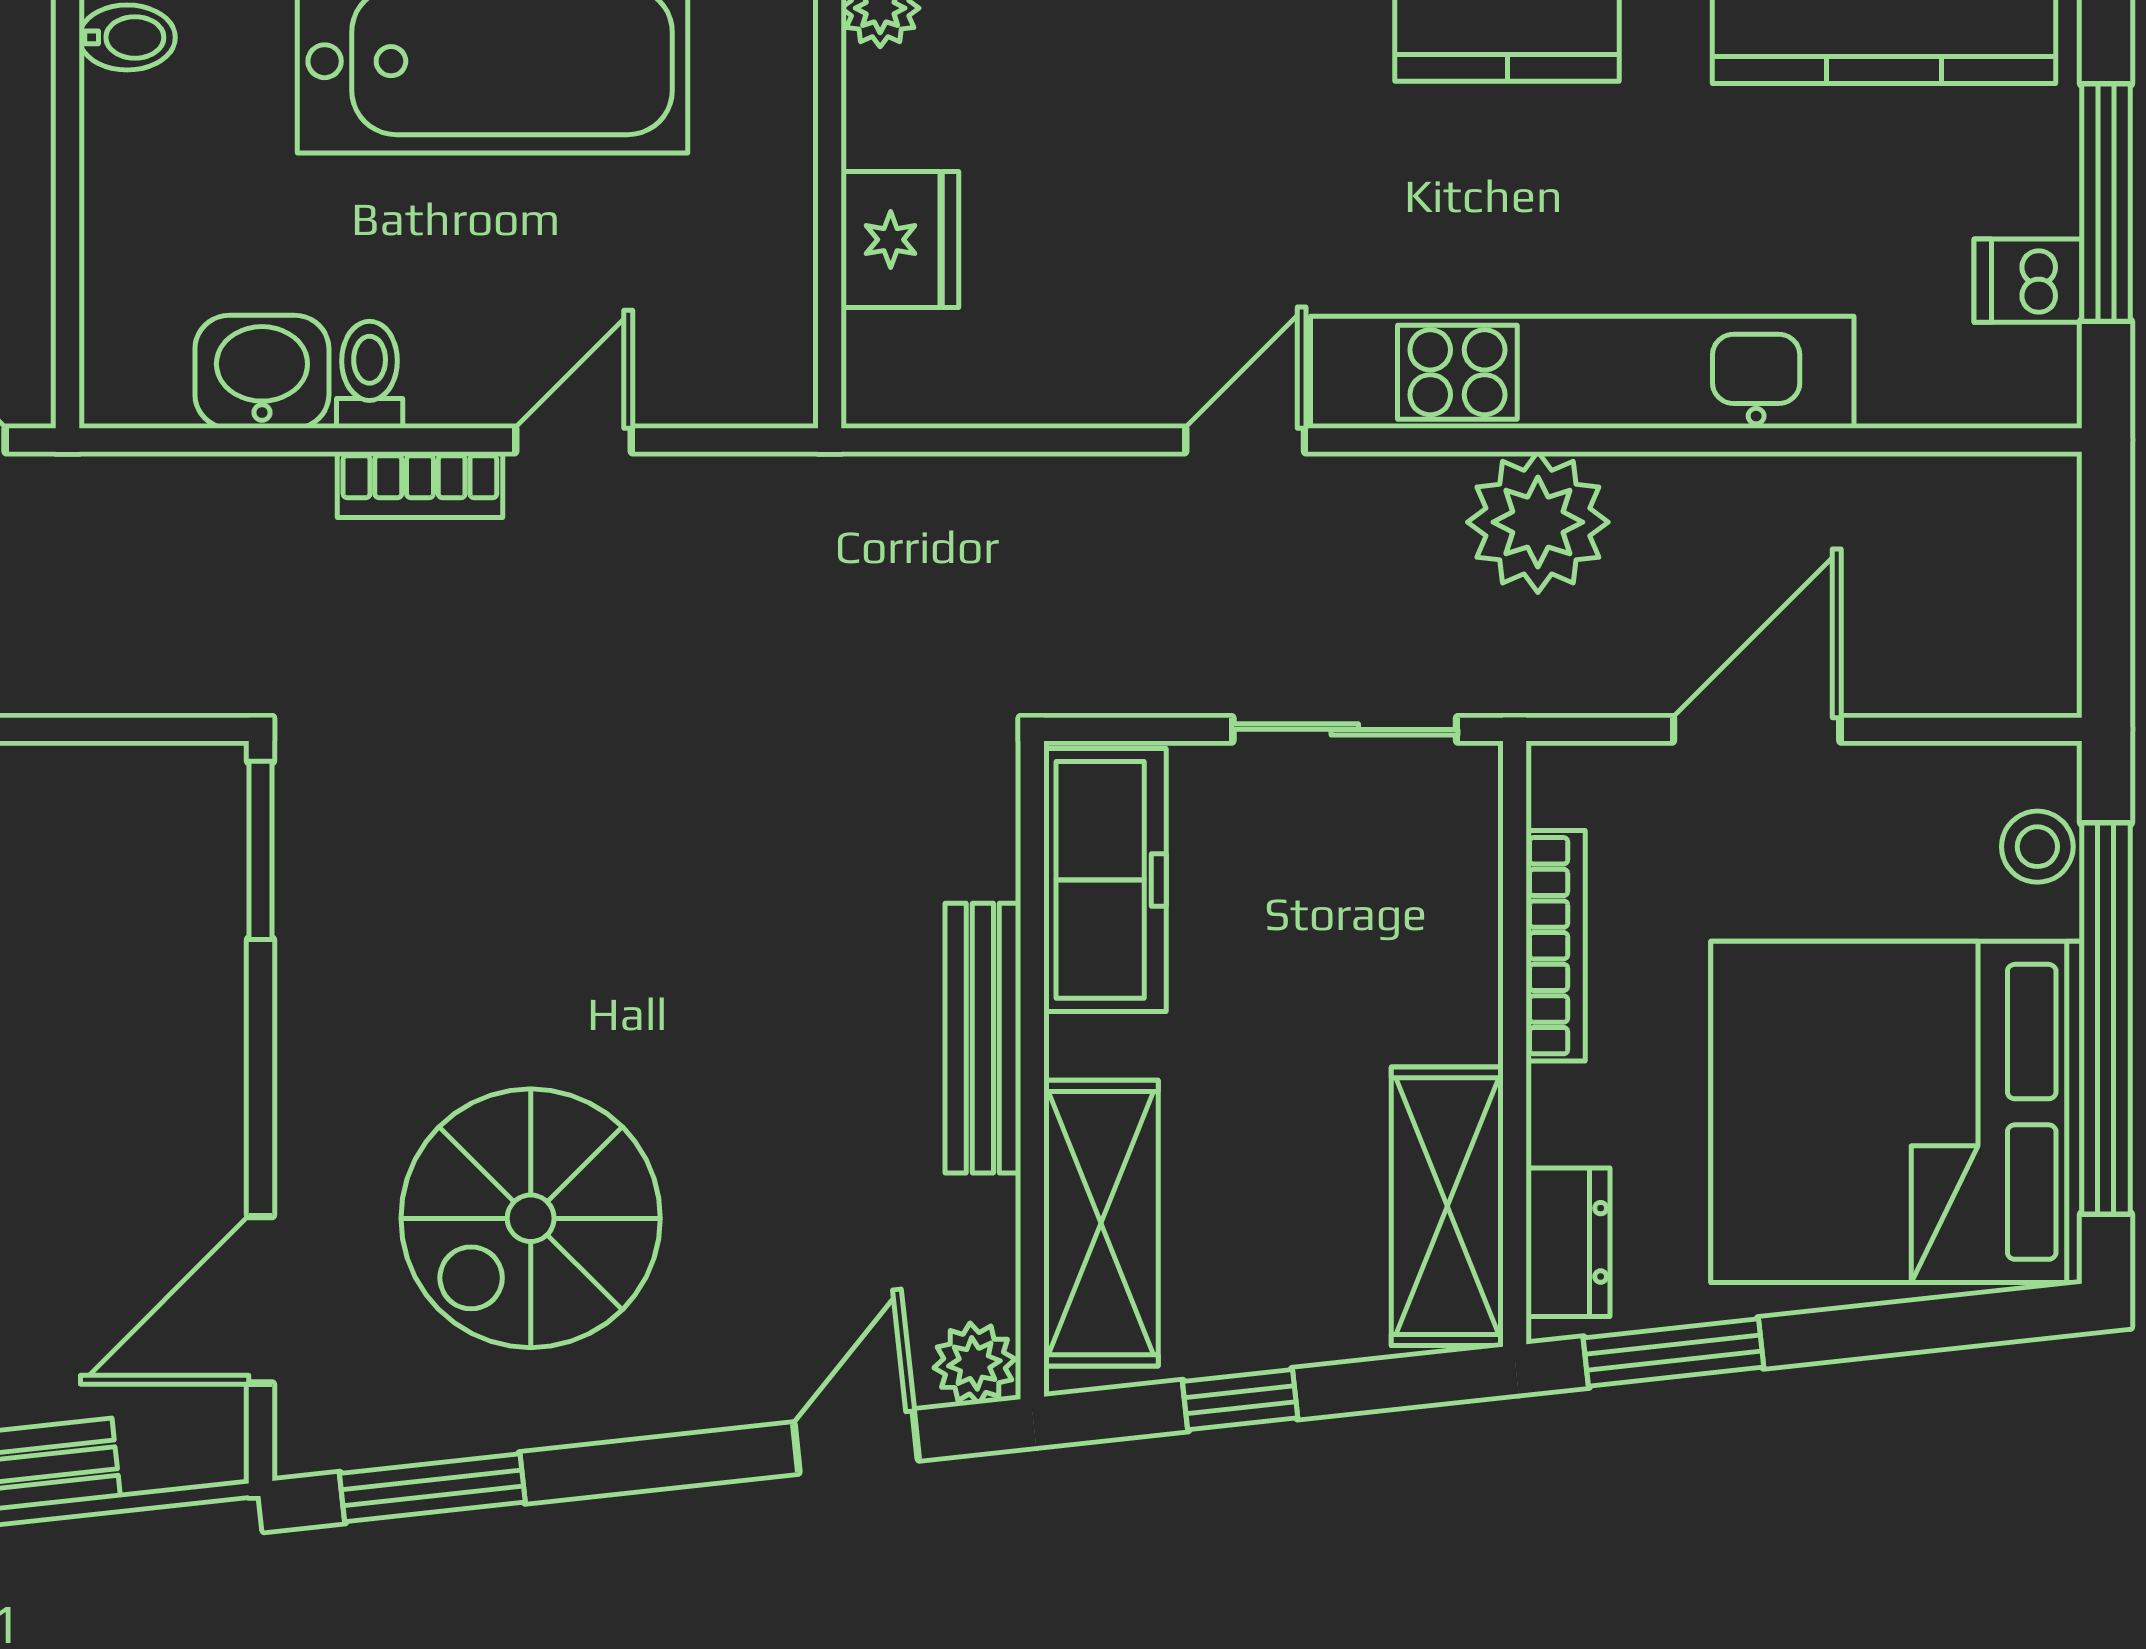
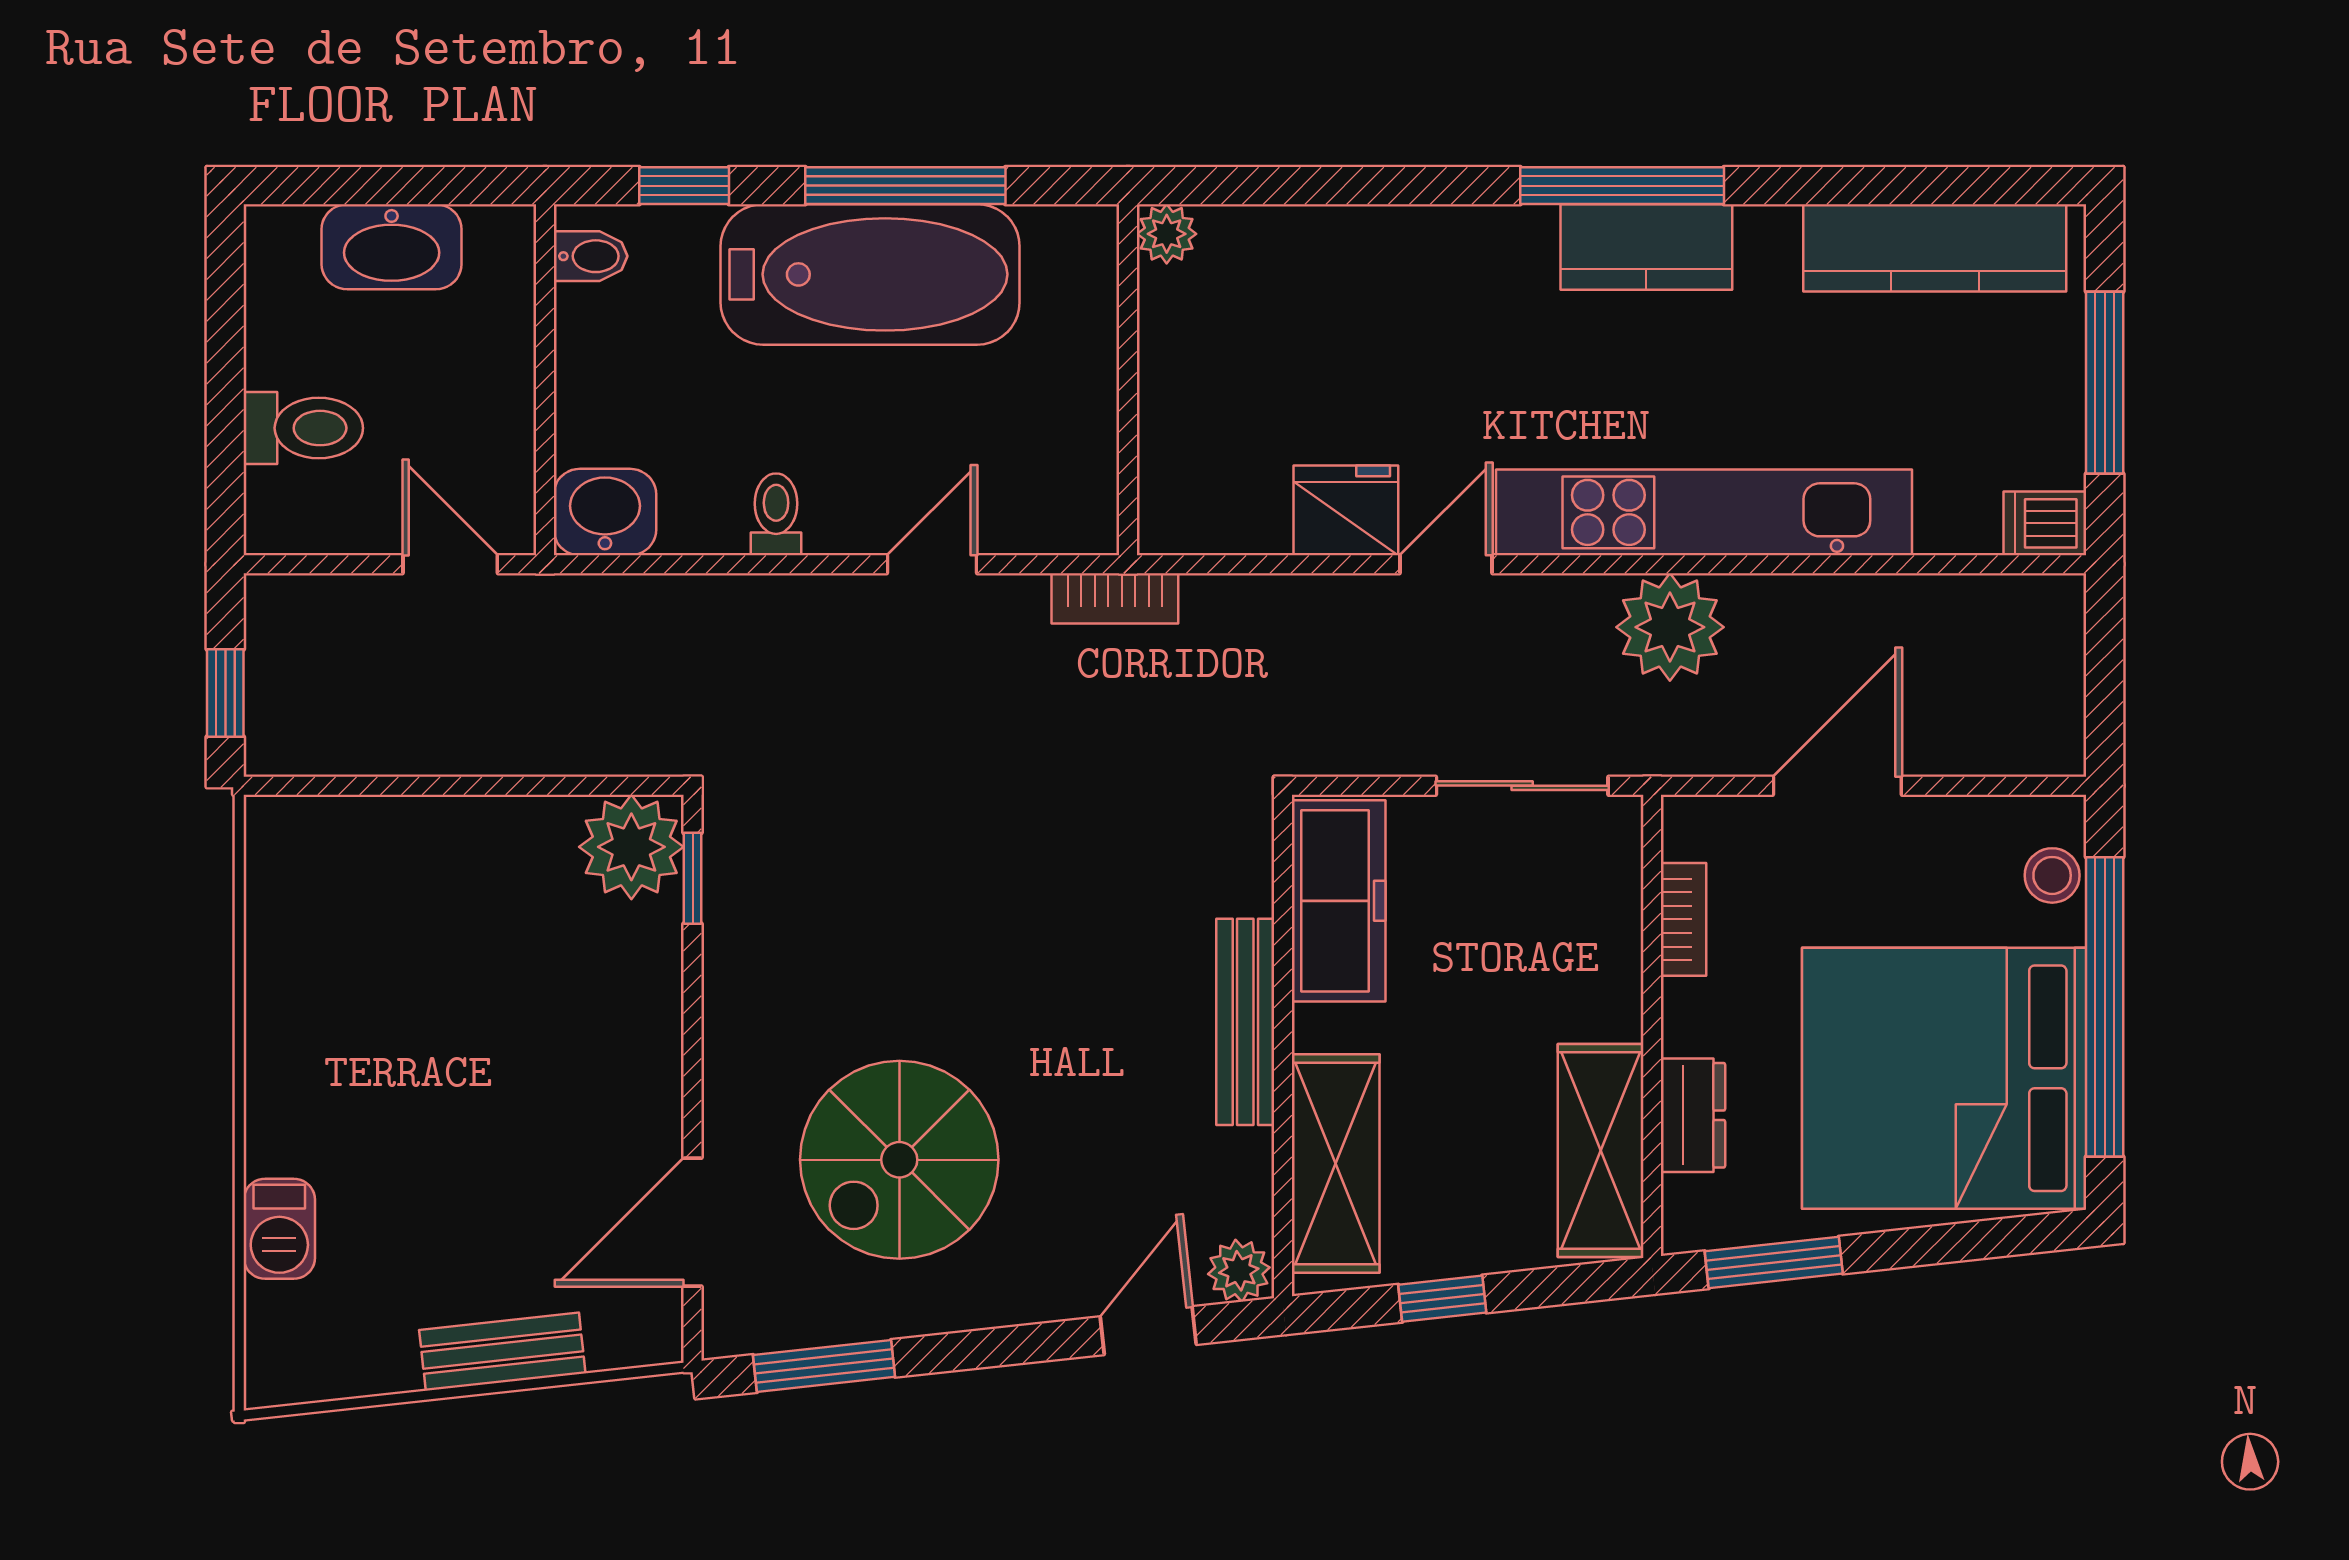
fridge: (900, 240) -> (1346, 510), moved, turned -90
dishwasher: (2028, 281) -> (2045, 523), moved
washbasin: (262, 372) -> (605, 512), moved
bookcase: (420, 485) -> (1115, 598), moved
plant: (180, 809) -> (631, 847), added
window: (260, 850) -> (693, 878), width x0.67
bookcase: (1556, 946) -> (1684, 919), width x0.64
dresser: (1568, 1242) -> (1693, 1115), moved

